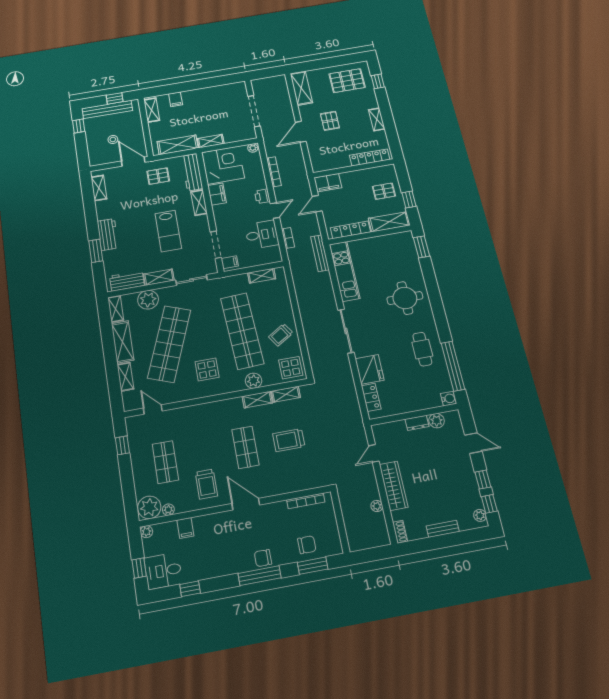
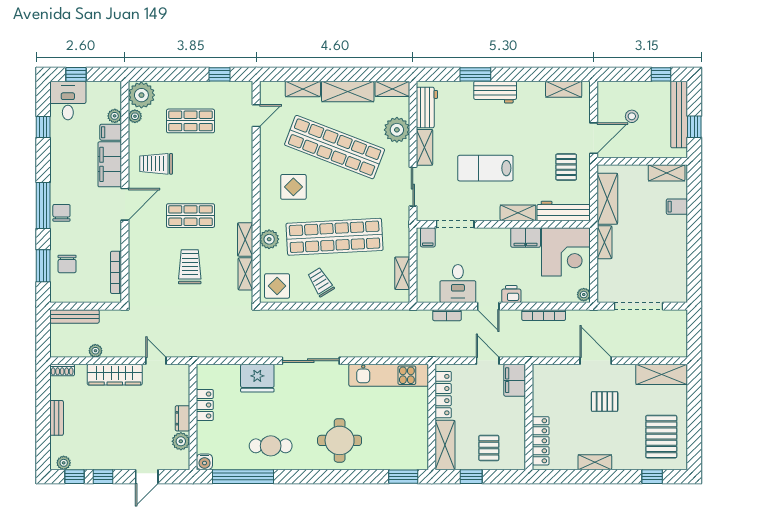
bench: (320, 253) -> (74, 316), moved
locker: (371, 397) -> (205, 405), moved, turned -90
filing cabinet: (213, 524) -> (110, 164), added
plant: (146, 532) -> (115, 116), moved

